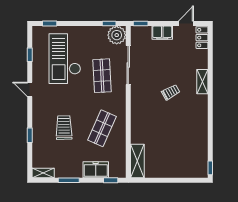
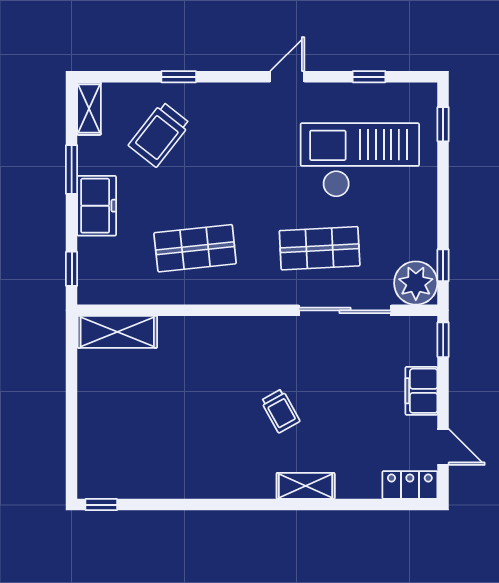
trolley: (64, 128) -> (159, 134), moved, turned 129
shop shelf: (102, 128) -> (195, 248), turned -30
freezer: (96, 170) -> (97, 206), moved

